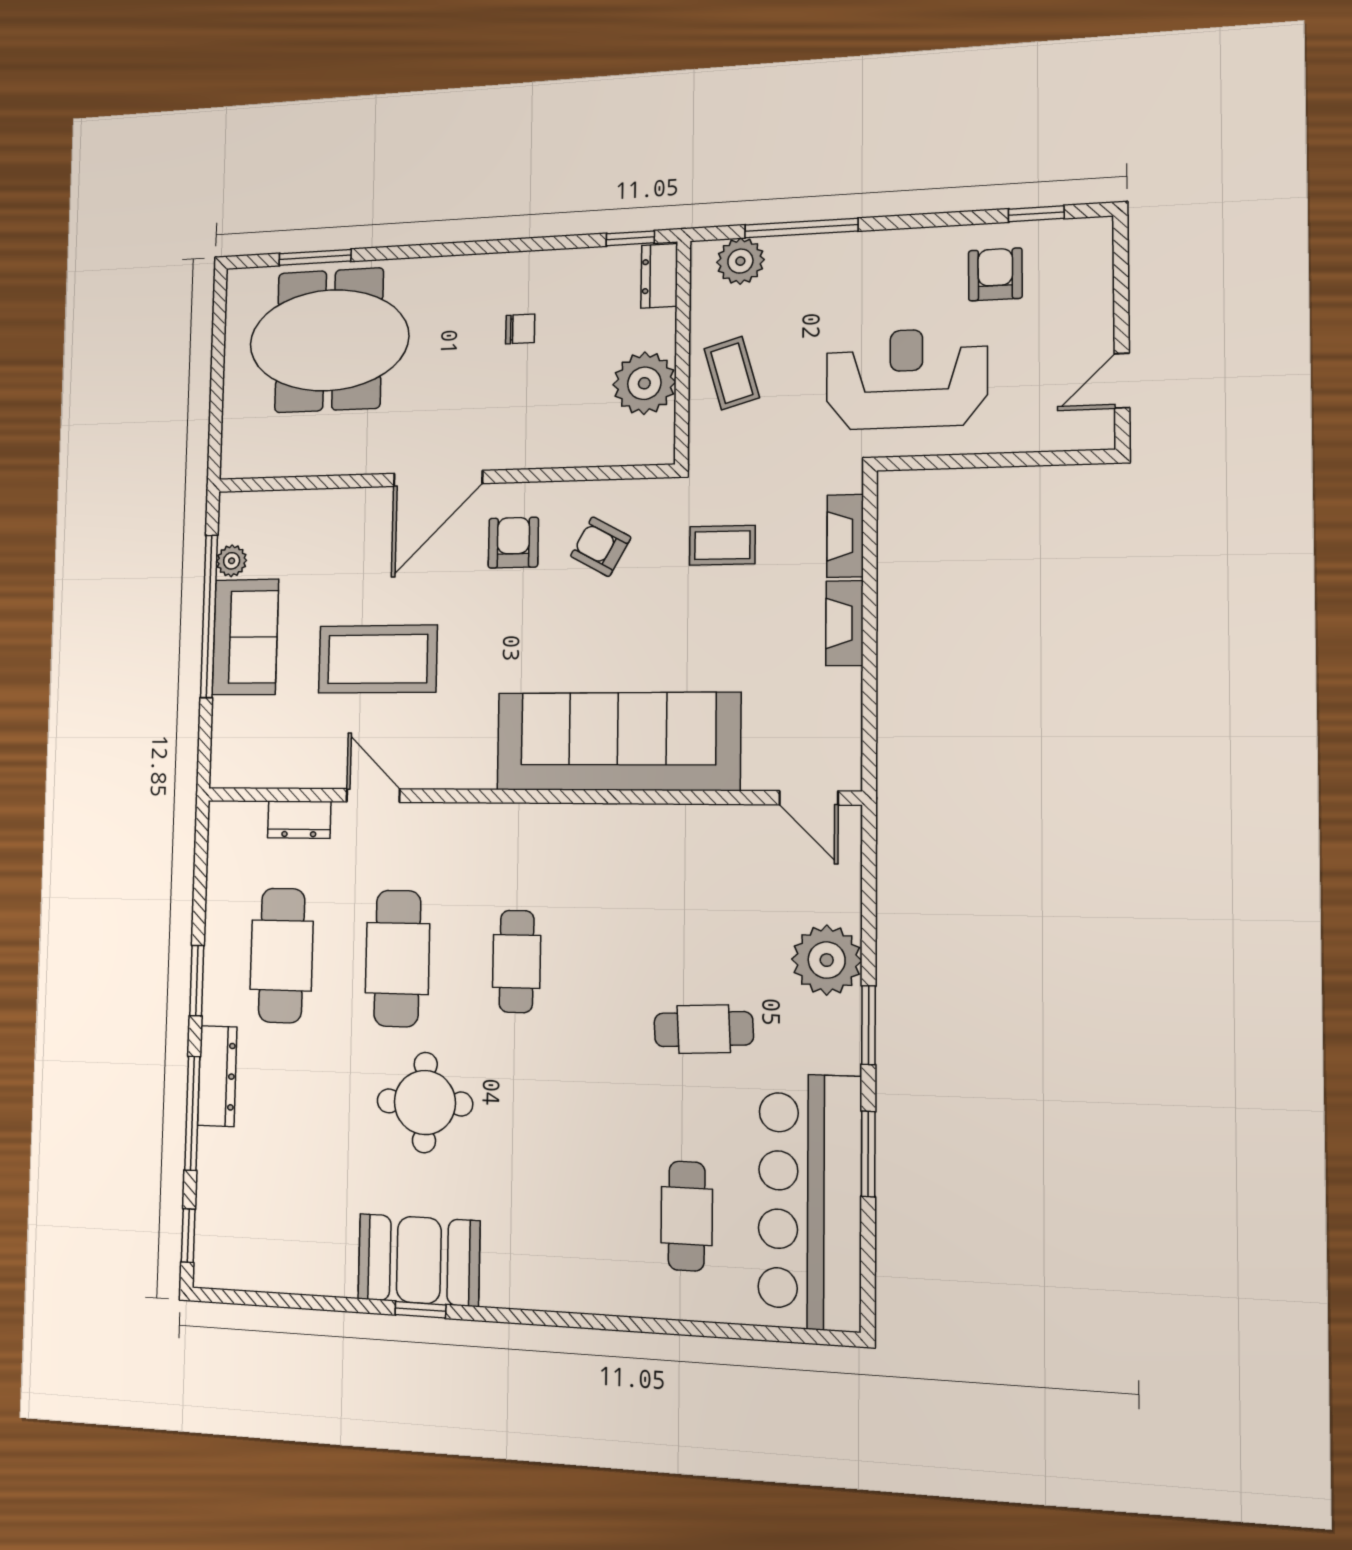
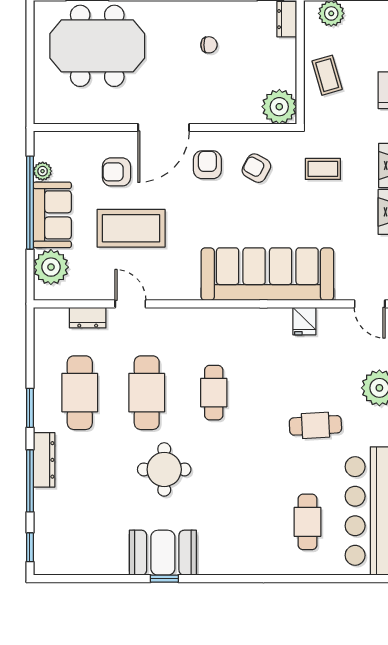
plant: (644, 383) -> (279, 107), moved
armchair: (355, 559) -> (116, 172), added
plant: (240, 729) -> (51, 267), added
fridge: (685, 830) -> (304, 321), added

